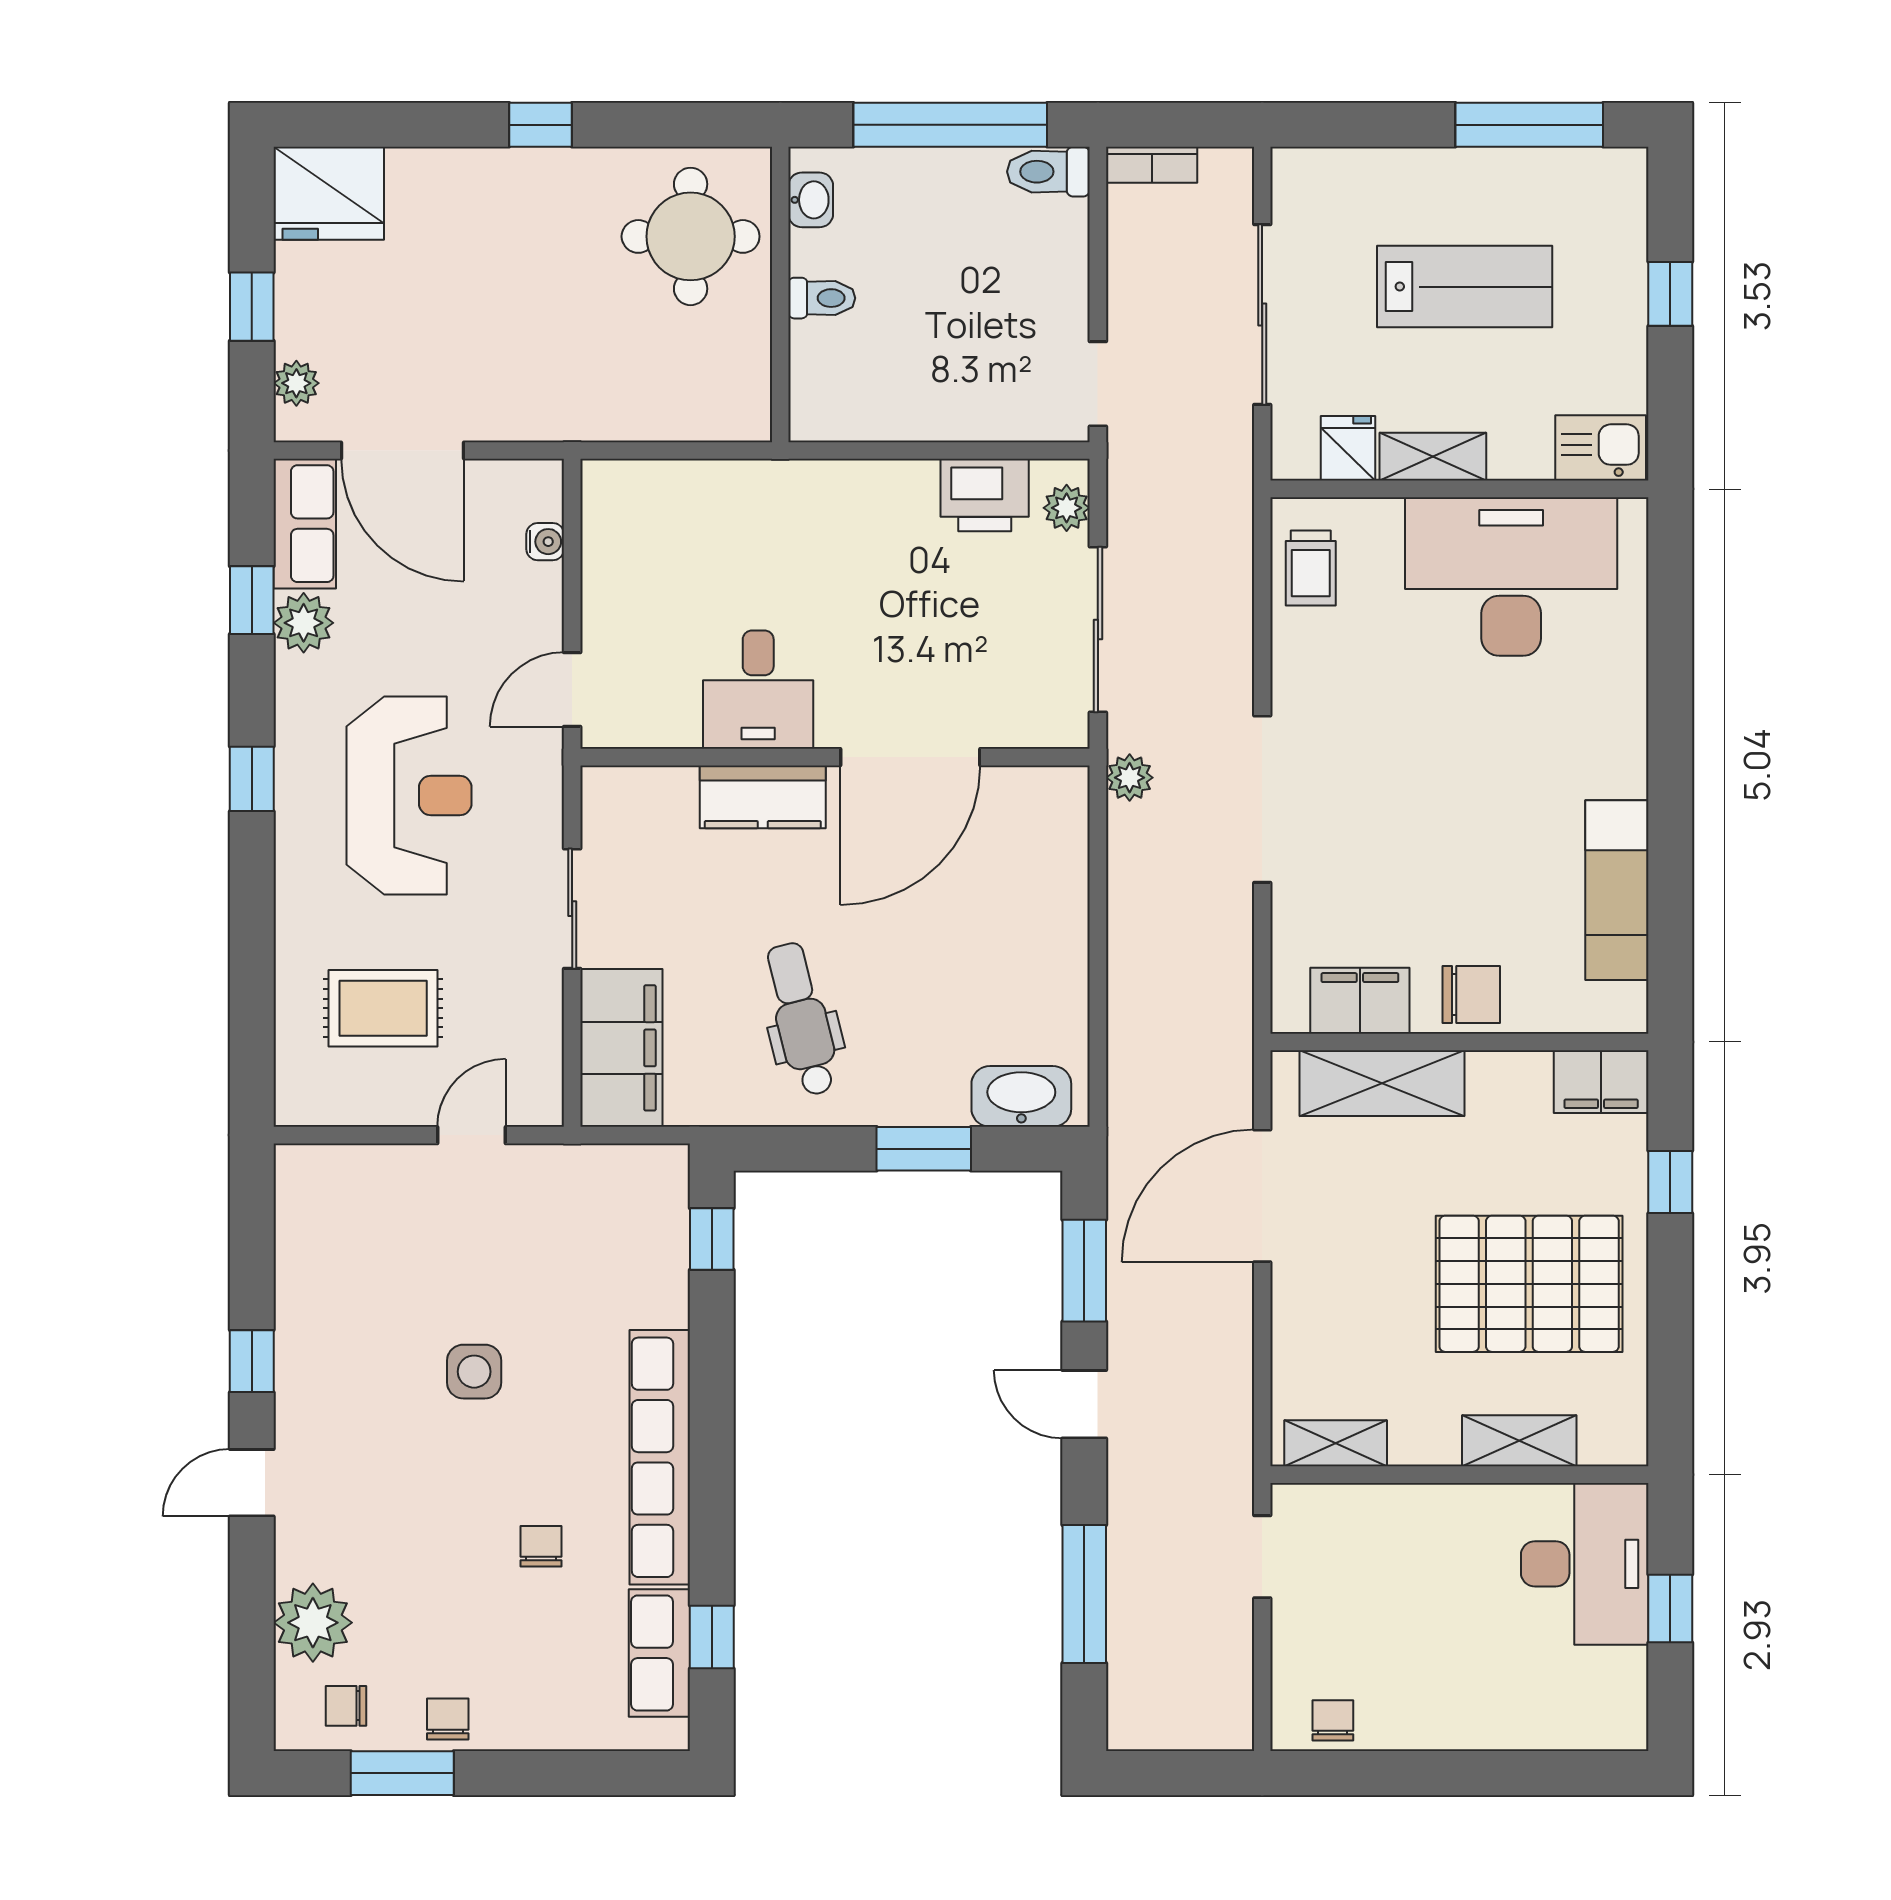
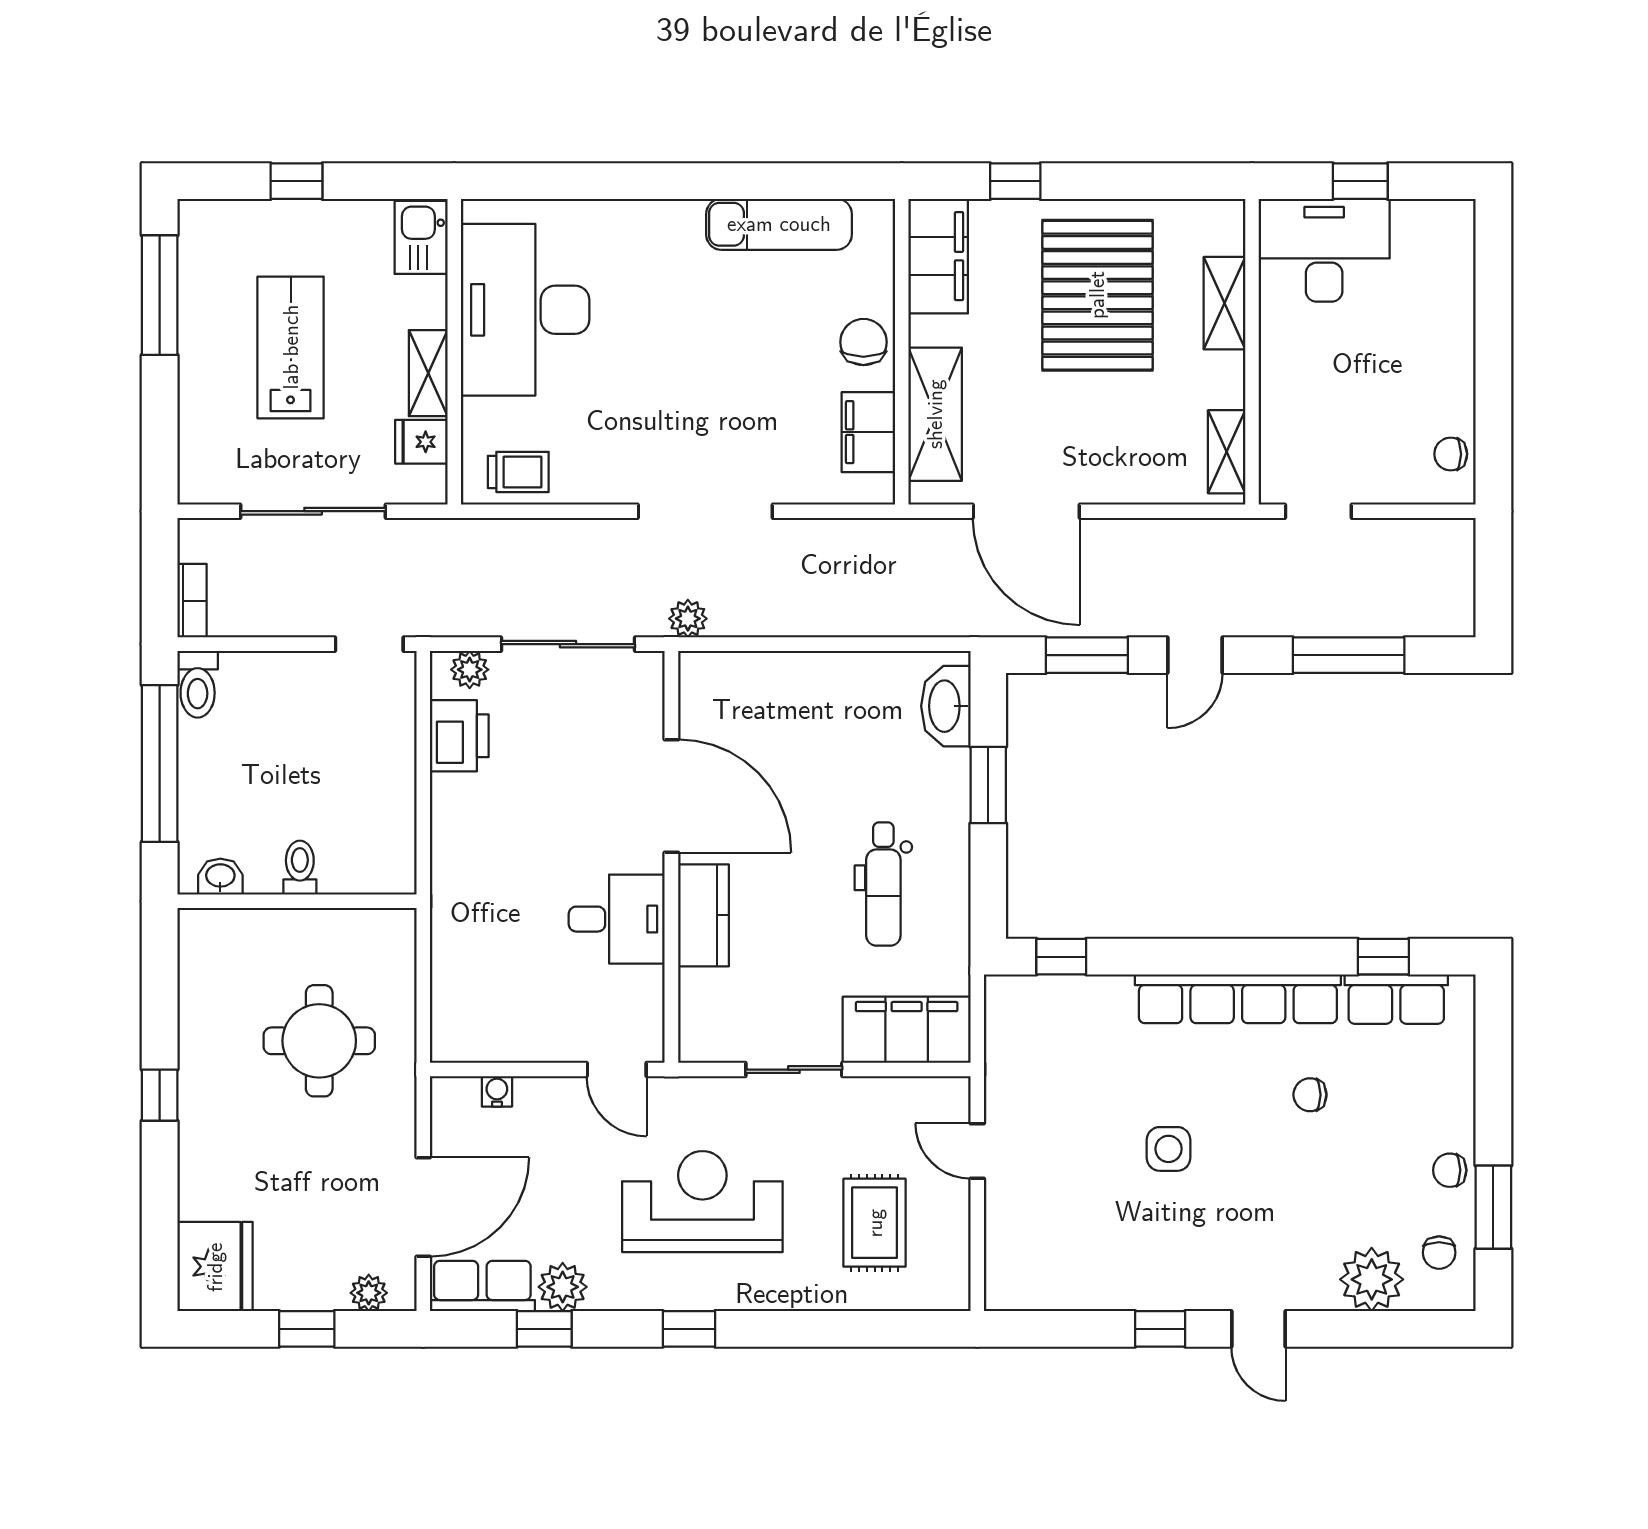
round table: (691, 236) -> (319, 1041), moved
dental chair: (802, 1019) -> (883, 884), turned -76
filing cabinet: (1601, 1082) -> (938, 256), width x1.50, depth x1.17

